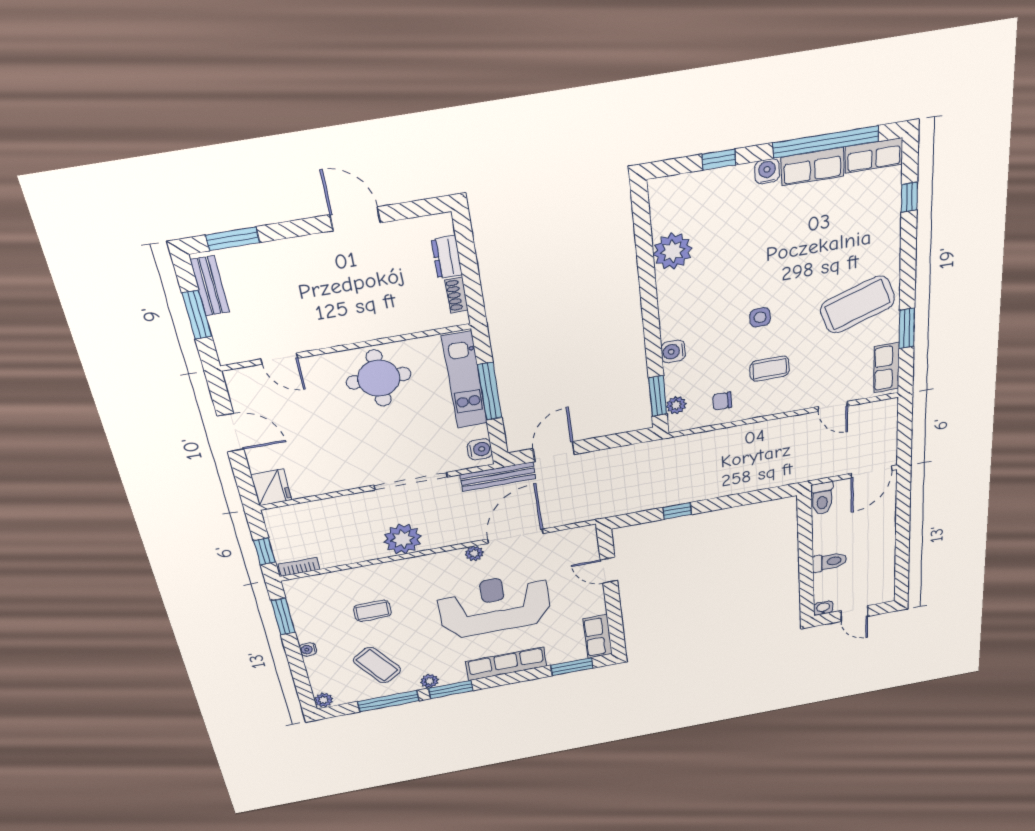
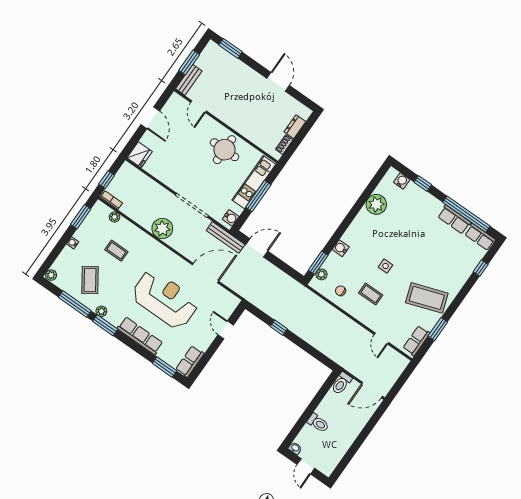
water cooler: (767, 171) -> (402, 181), moved
bench: (210, 286) -> (189, 80), moved
plant: (474, 553) -> (114, 217), moved

